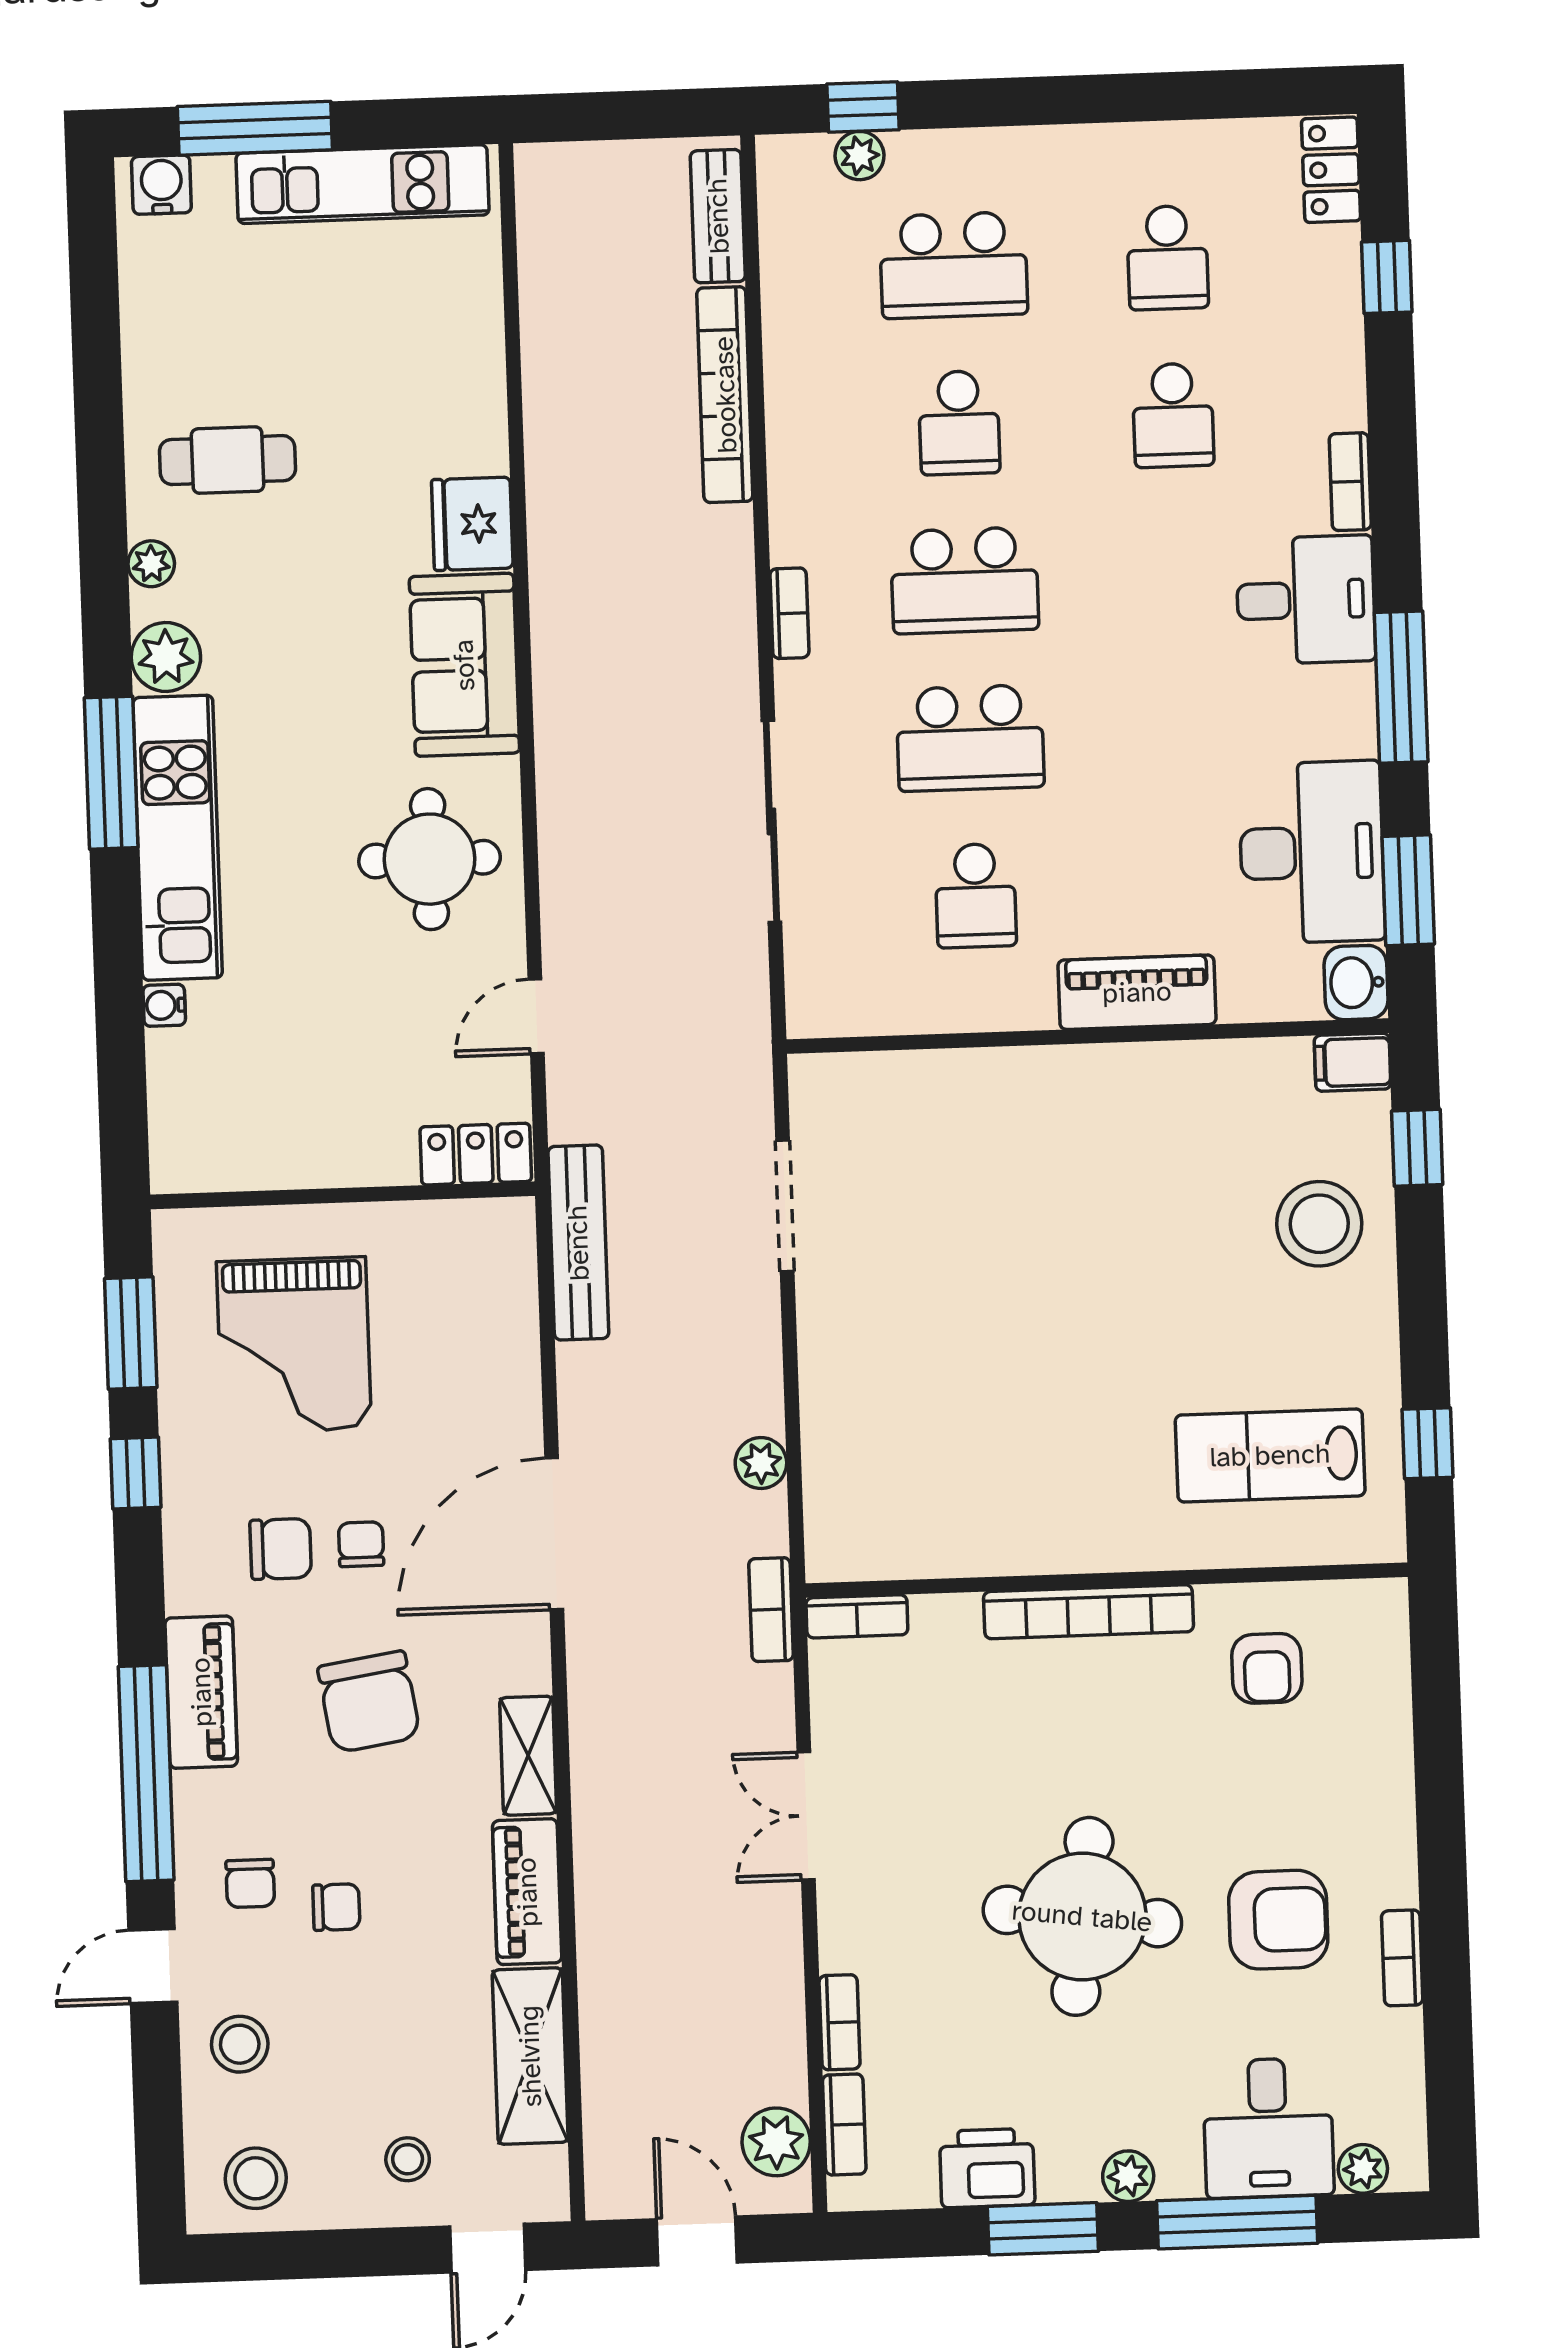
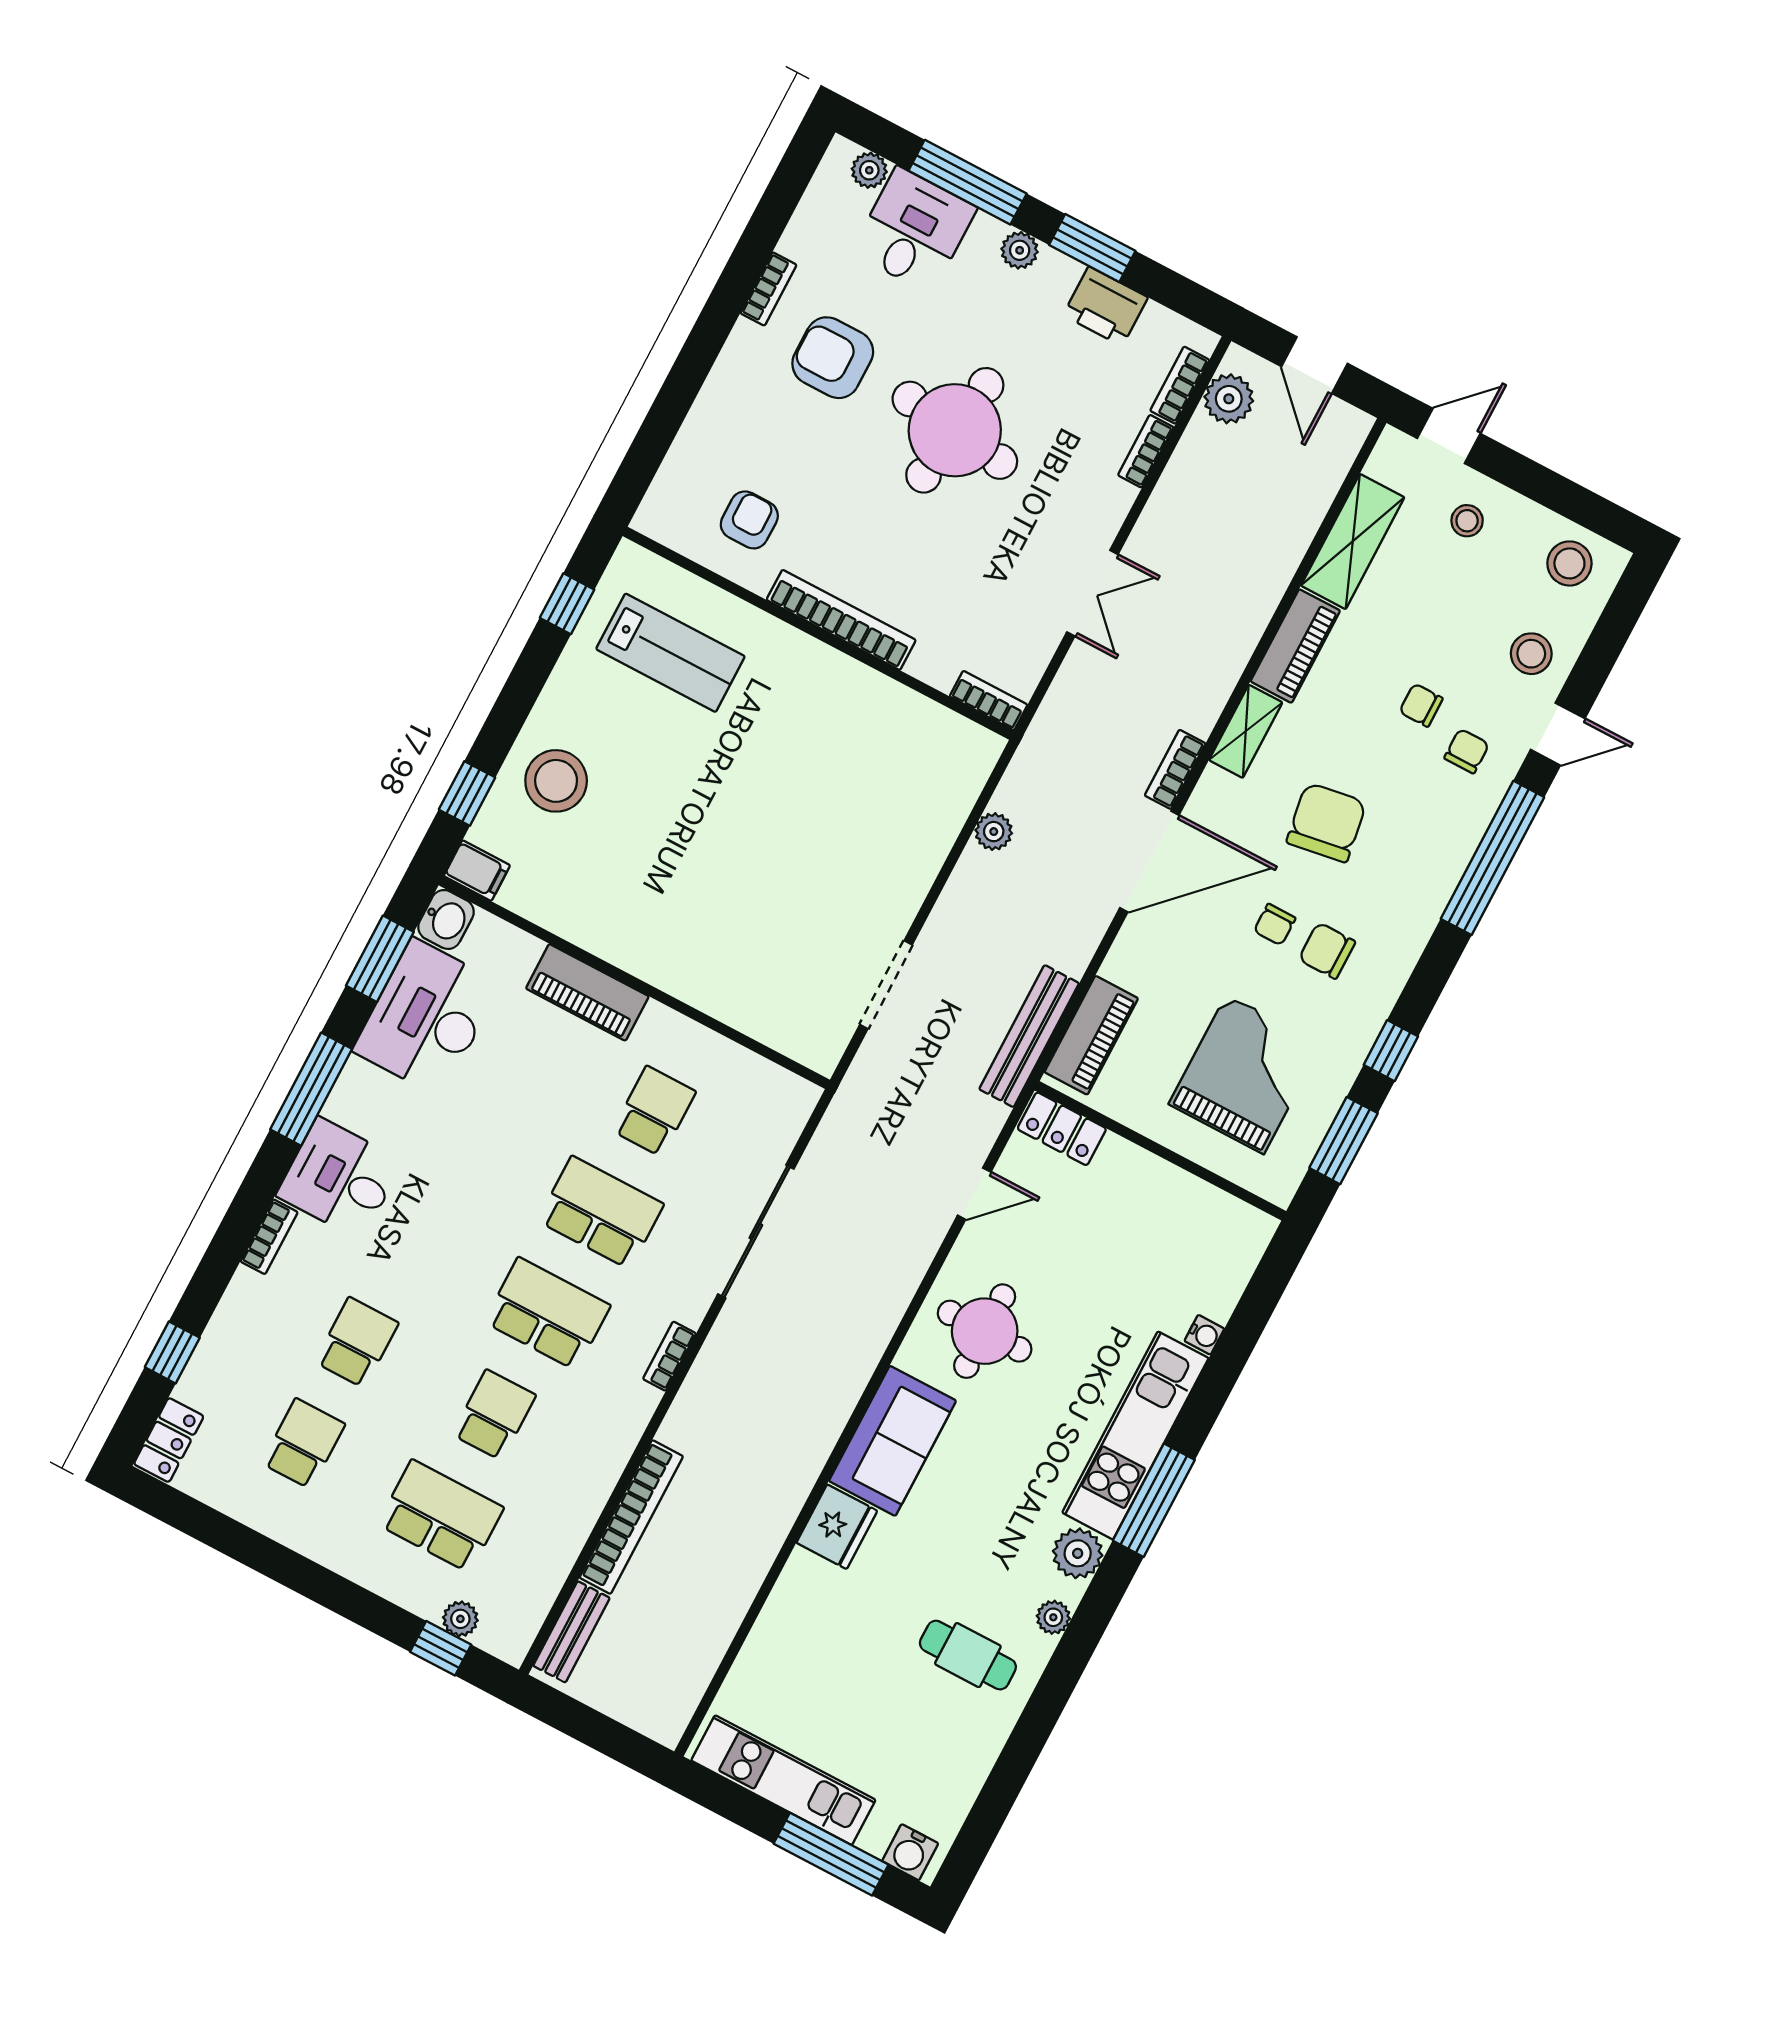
bookcase: (771, 1610) -> (1175, 769), moved, turned 180
piano: (201, 1692) -> (1091, 1035), moved, turned 180

